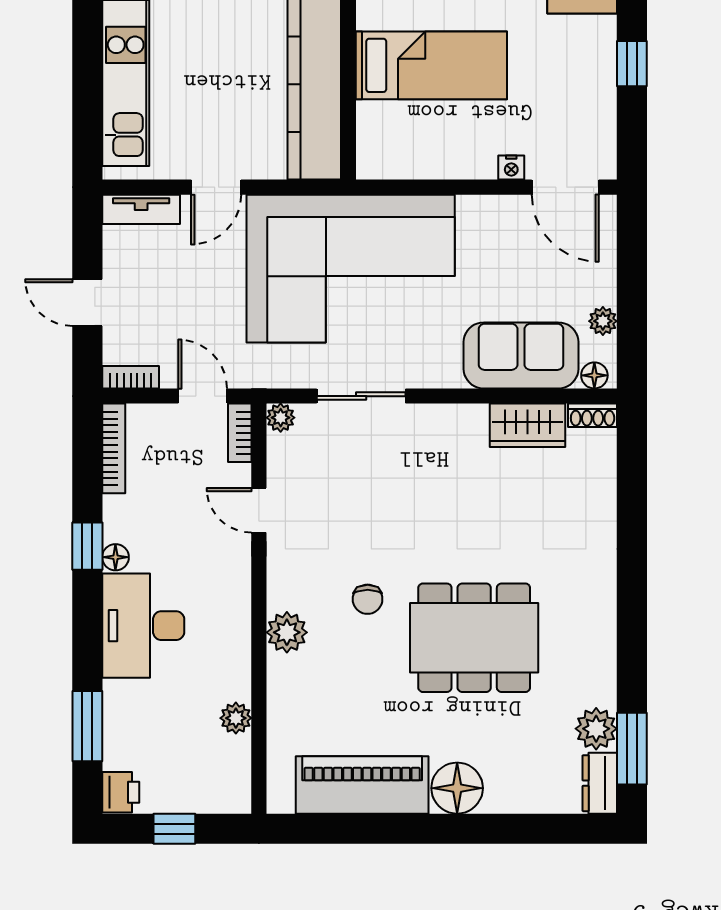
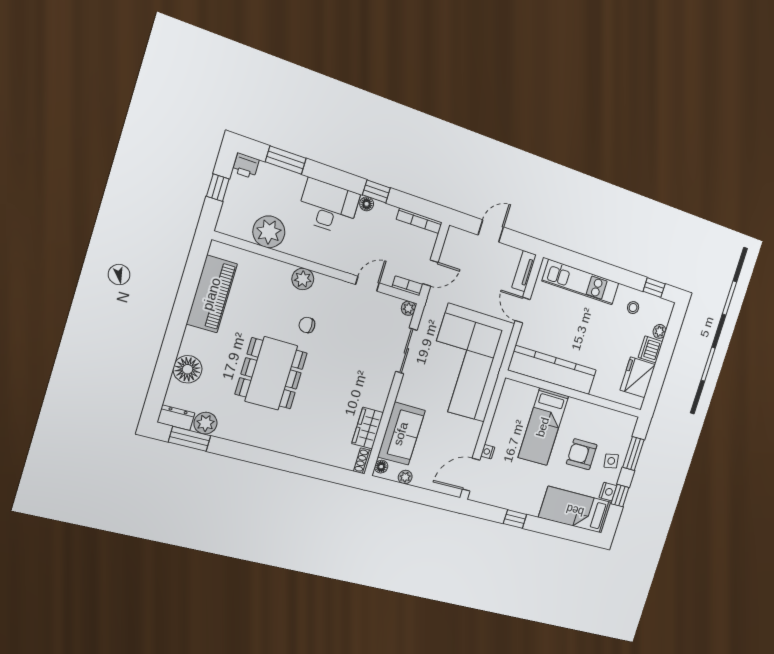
bookcase: (131, 377) -> (450, 240), removed
plant: (236, 718) -> (269, 232), width x1.88, depth x1.88
floor lamp: (457, 788) -> (188, 369), moved

